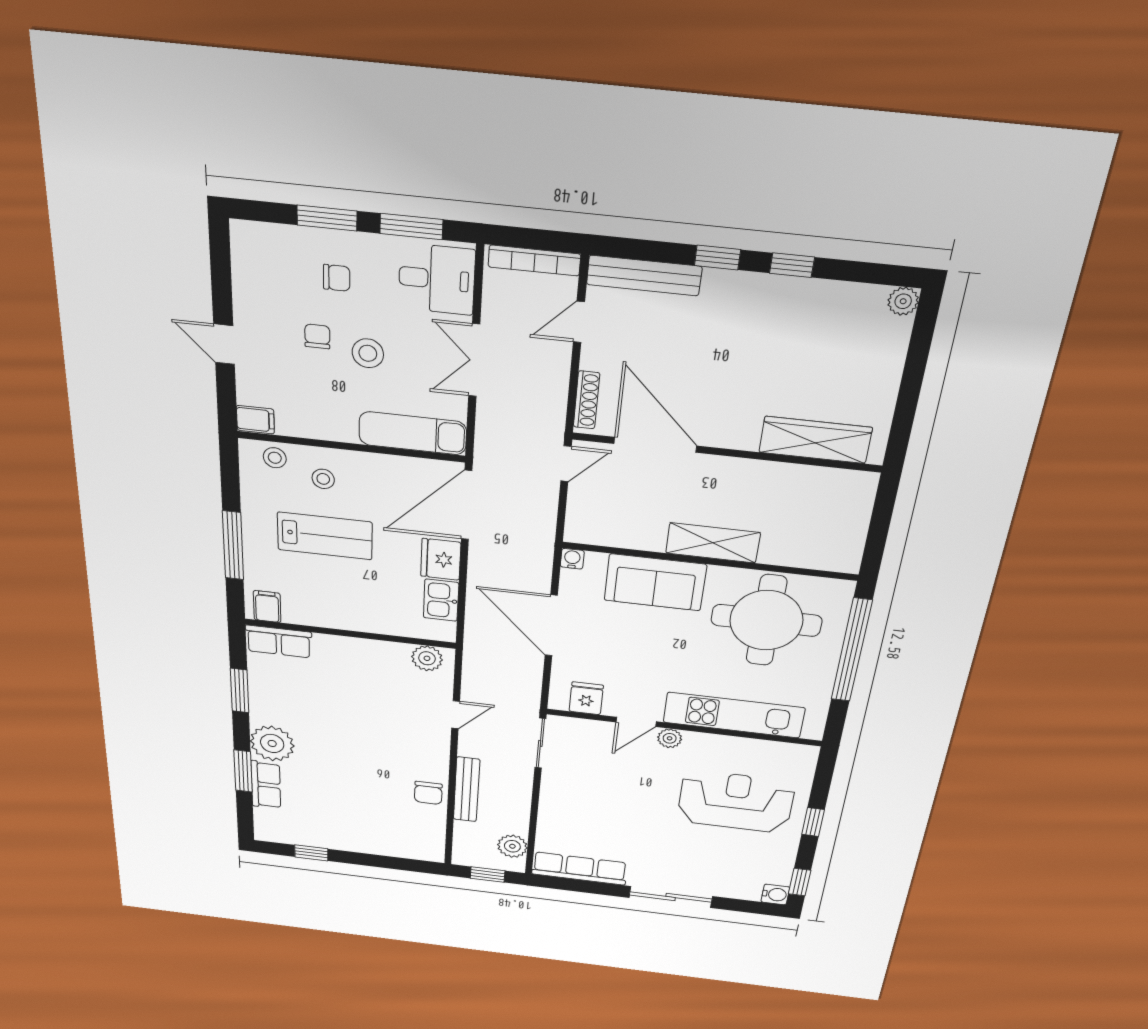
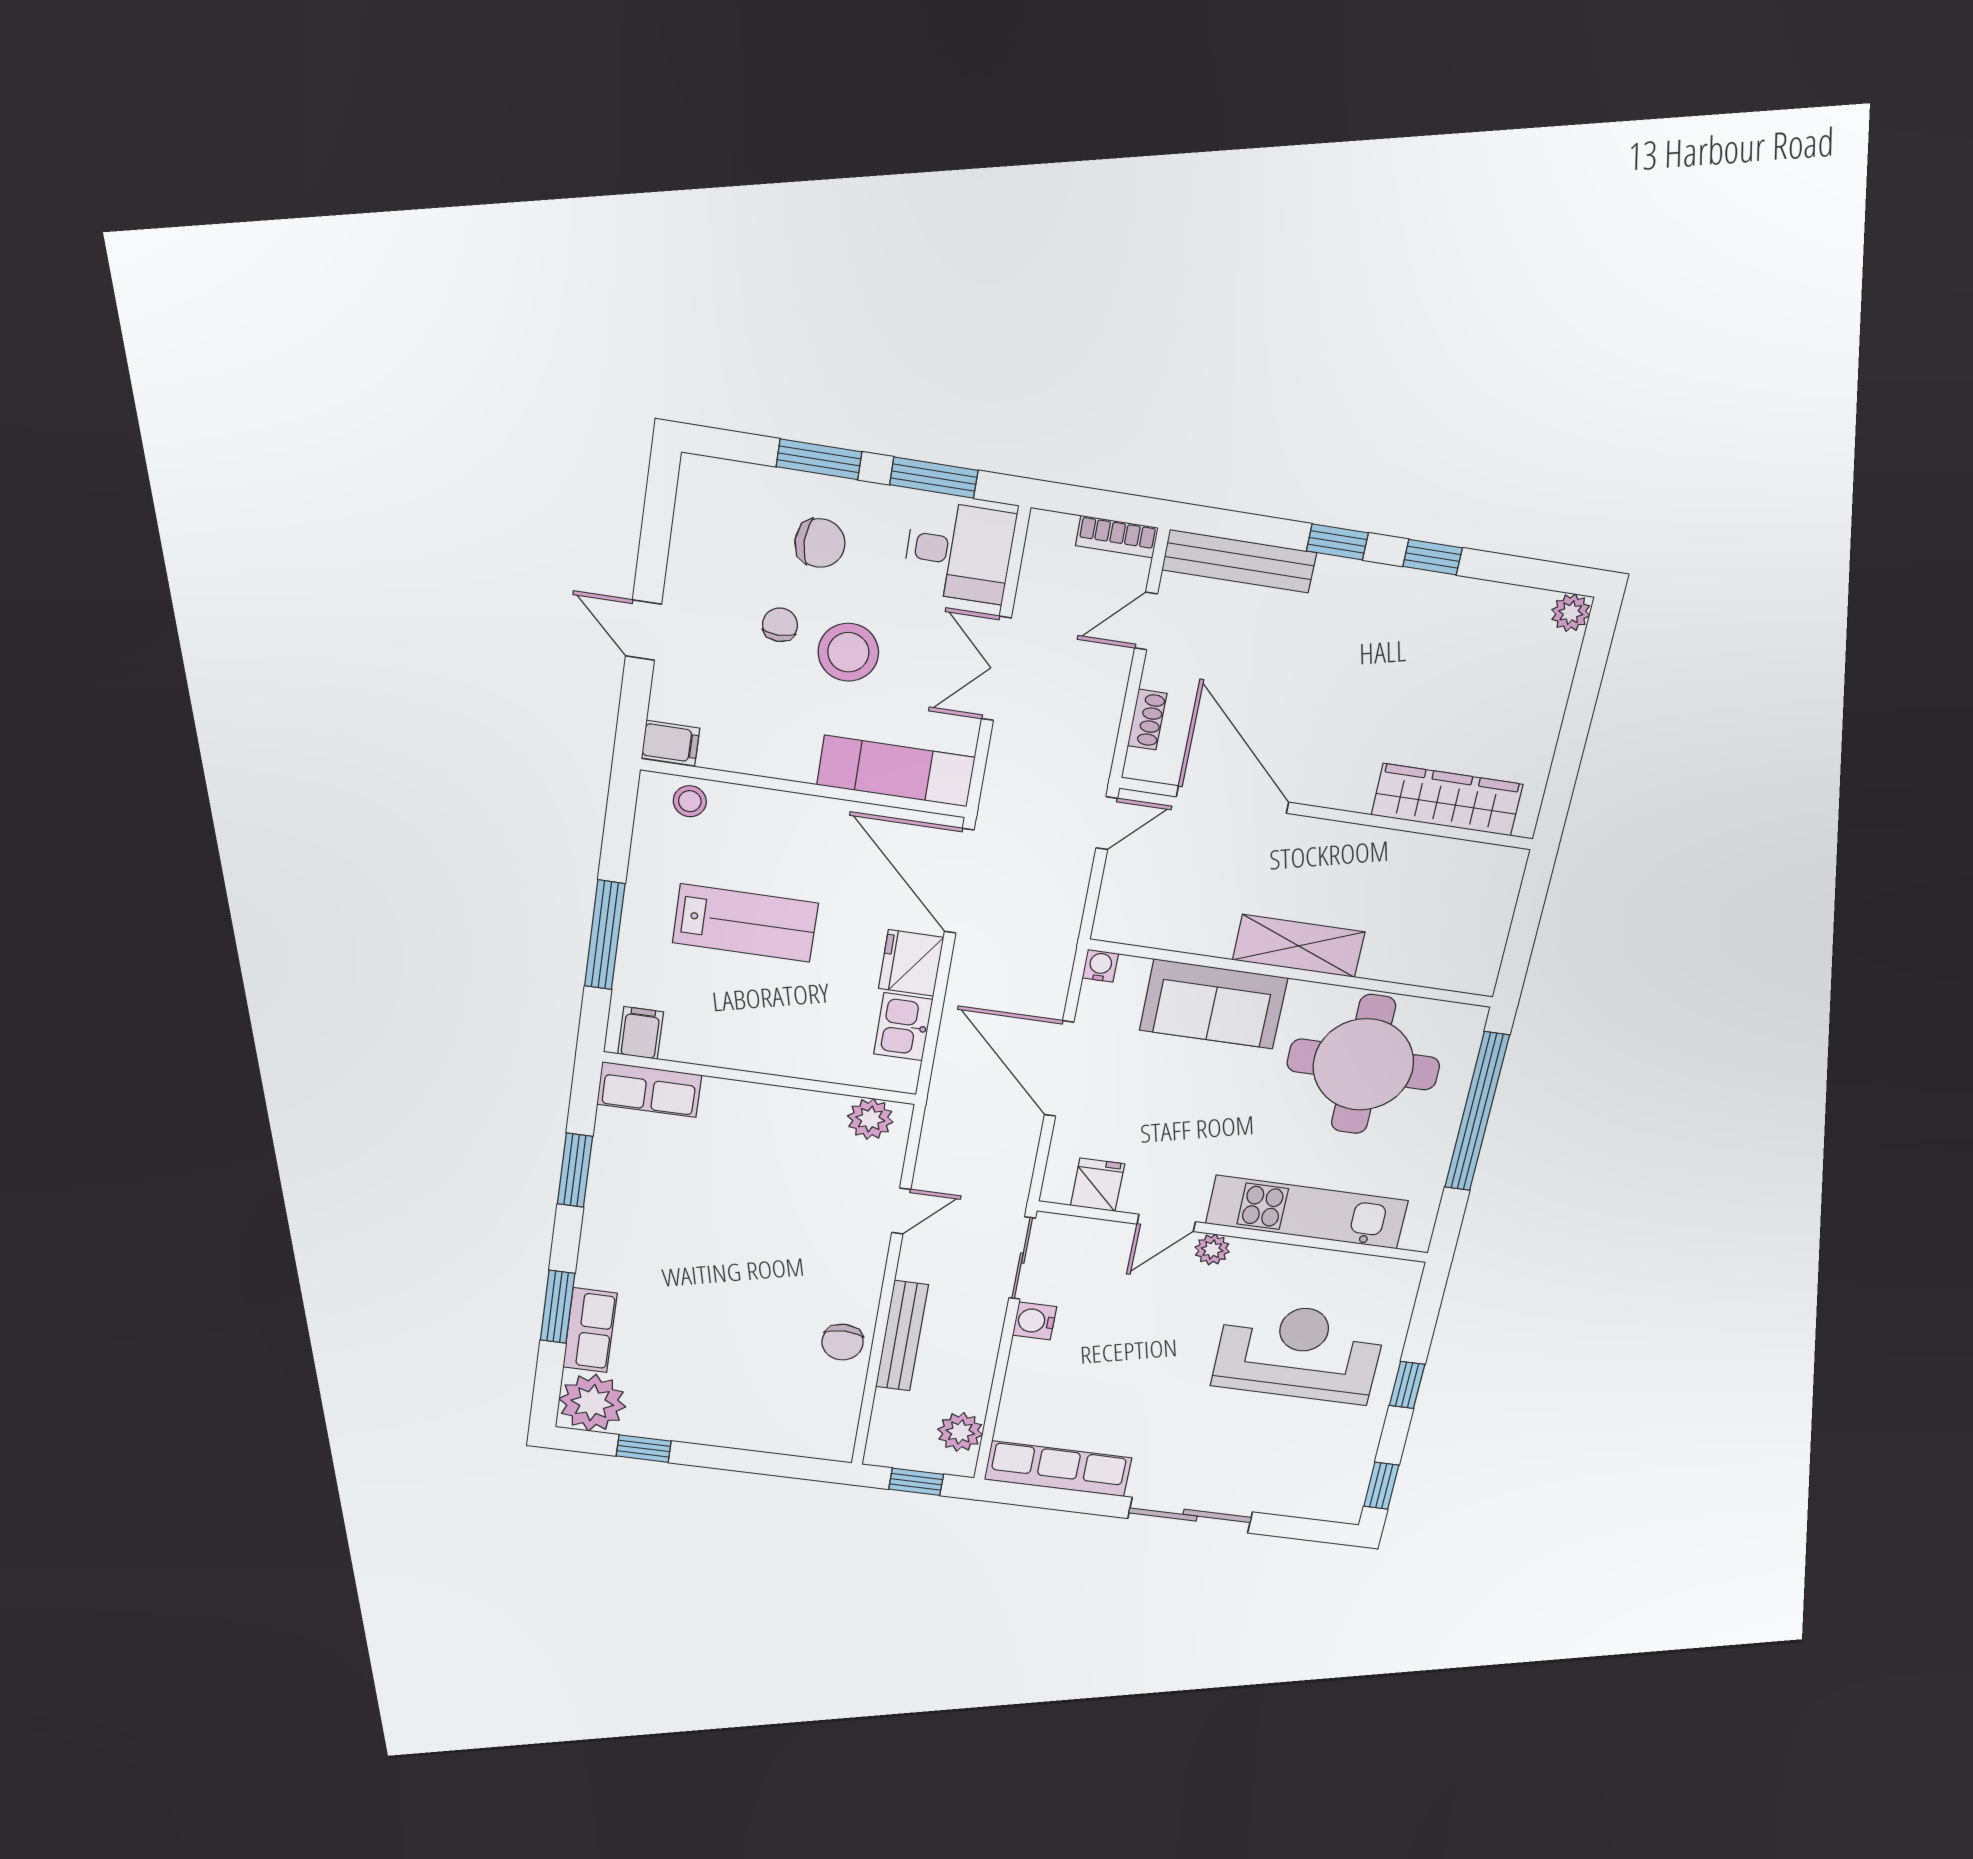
bookcase: (534, 260) -> (1117, 537), width x0.64
chair: (337, 278) -> (820, 543), width x1.37, depth x1.37
stool: (368, 353) -> (848, 652), width x1.38, depth x1.38
shoe rack: (587, 400) -> (1147, 719), width x0.70
stool: (323, 479) -> (756, 835), removed
door: (467, 505) -> (959, 881), hinge flipped
plant: (272, 743) -> (592, 1403), moved
water cooler: (775, 894) -> (1035, 1321), moved, turned 180

